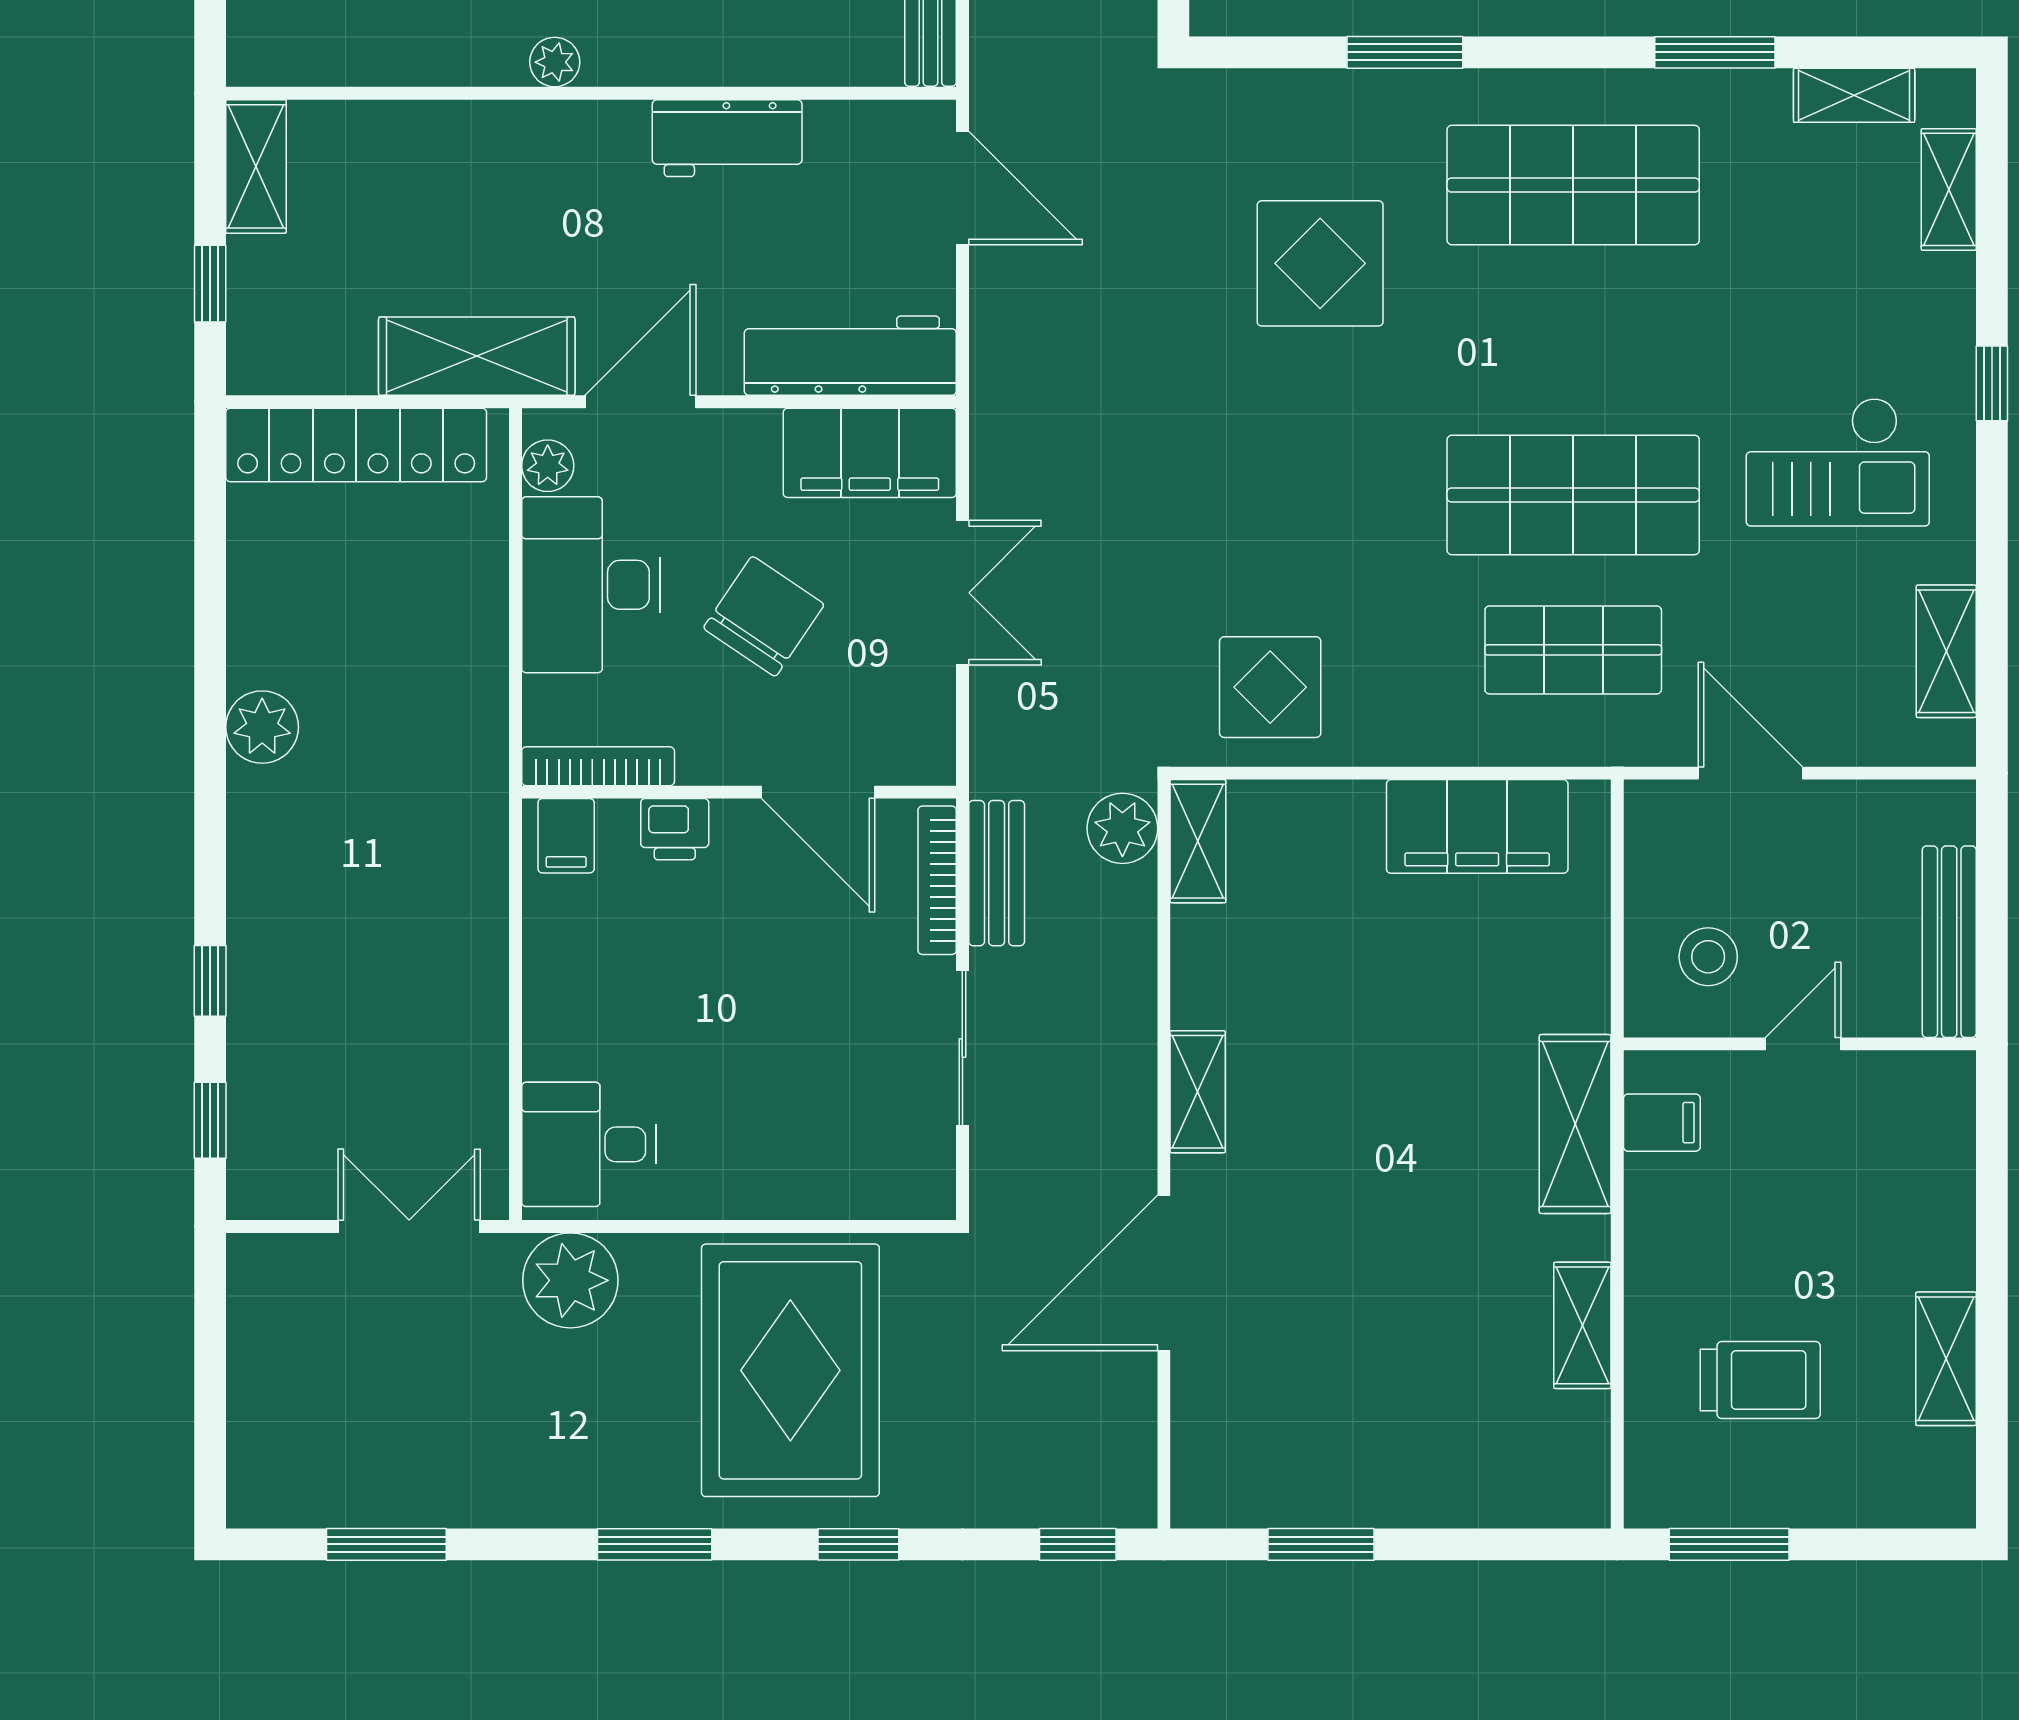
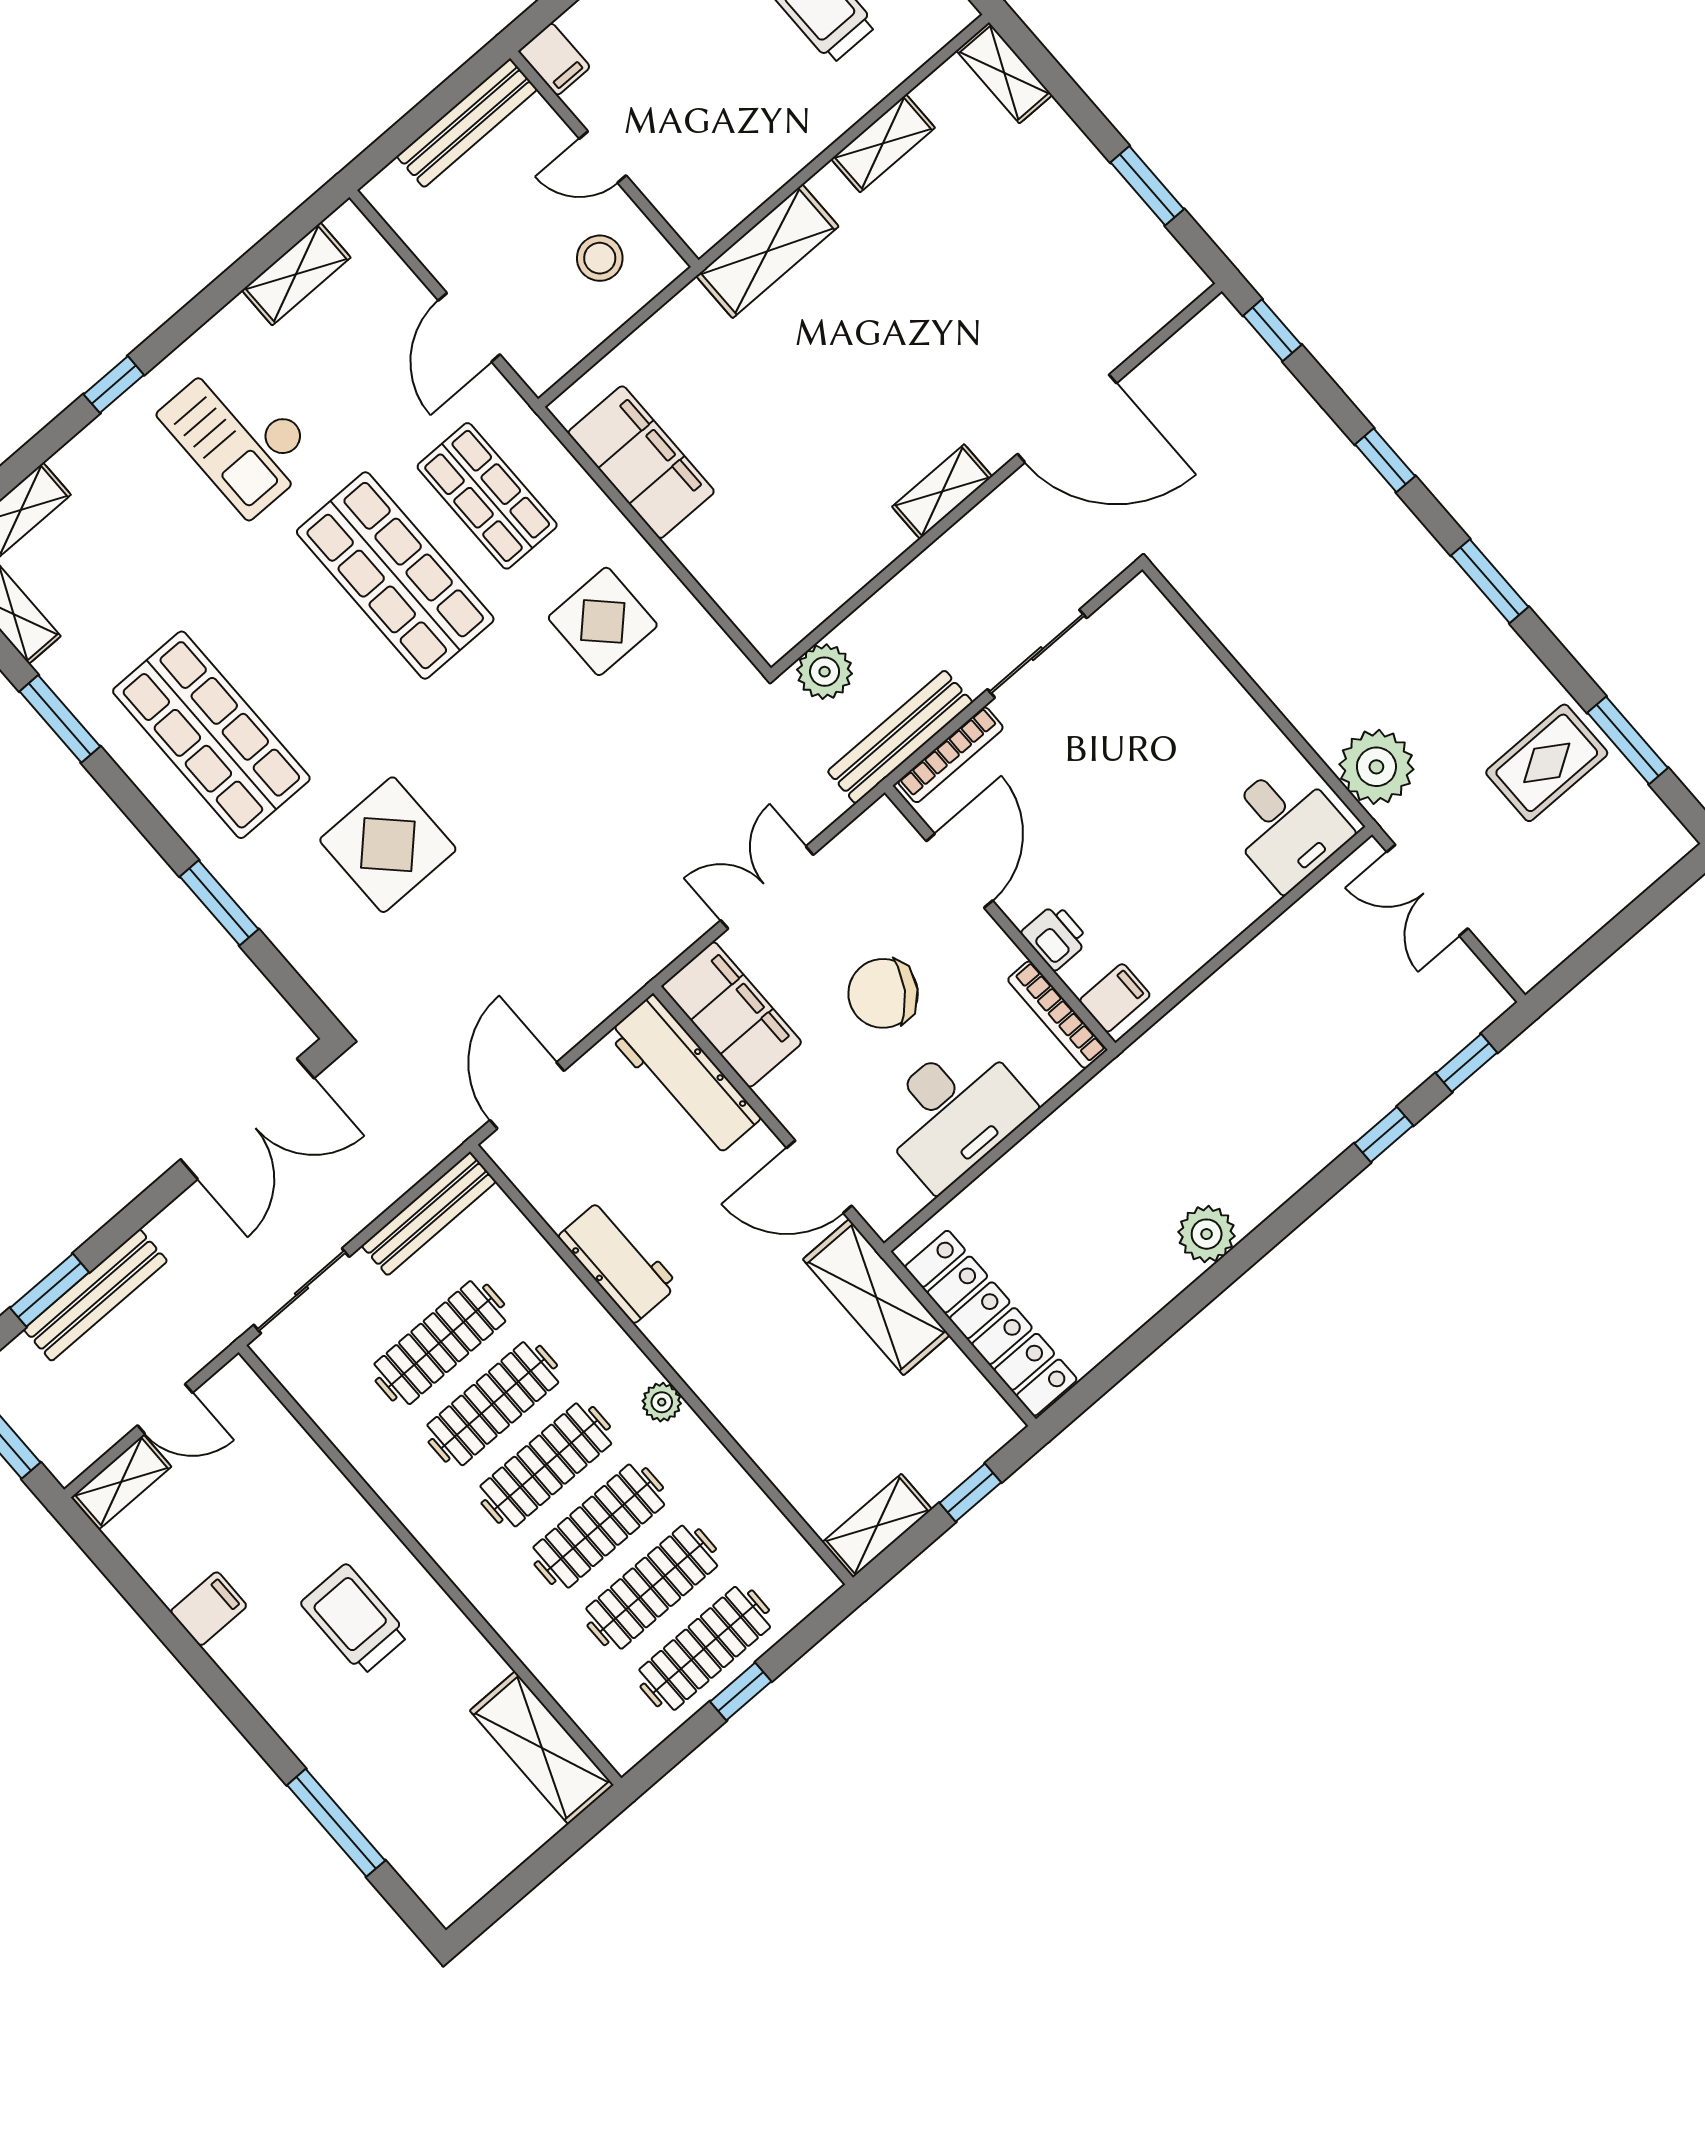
checkout: (1838, 462) -> (240, 436), turned 180
plant: (548, 466) -> (905, 1199), removed
display table: (1270, 687) -> (603, 621), moved
shelving: (1198, 841) -> (1004, 73), moved, turned 90
bench: (997, 873) -> (900, 737), width x1.36
filing cabinet: (1662, 1123) -> (554, 59), moved, turned 180
rug: (790, 1370) -> (1547, 763), moved, width x0.54, depth x0.49

